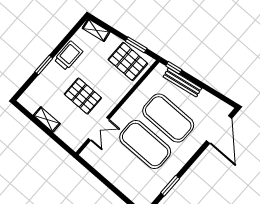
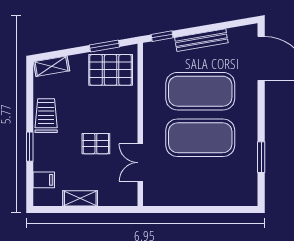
bench: (182, 82) -> (201, 40), moved
filing cabinet: (35, 91) -> (44, 180), added
pallet: (83, 96) -> (96, 144), width x0.67, depth x0.71
double door: (99, 129) -> (140, 163), swing flipped

